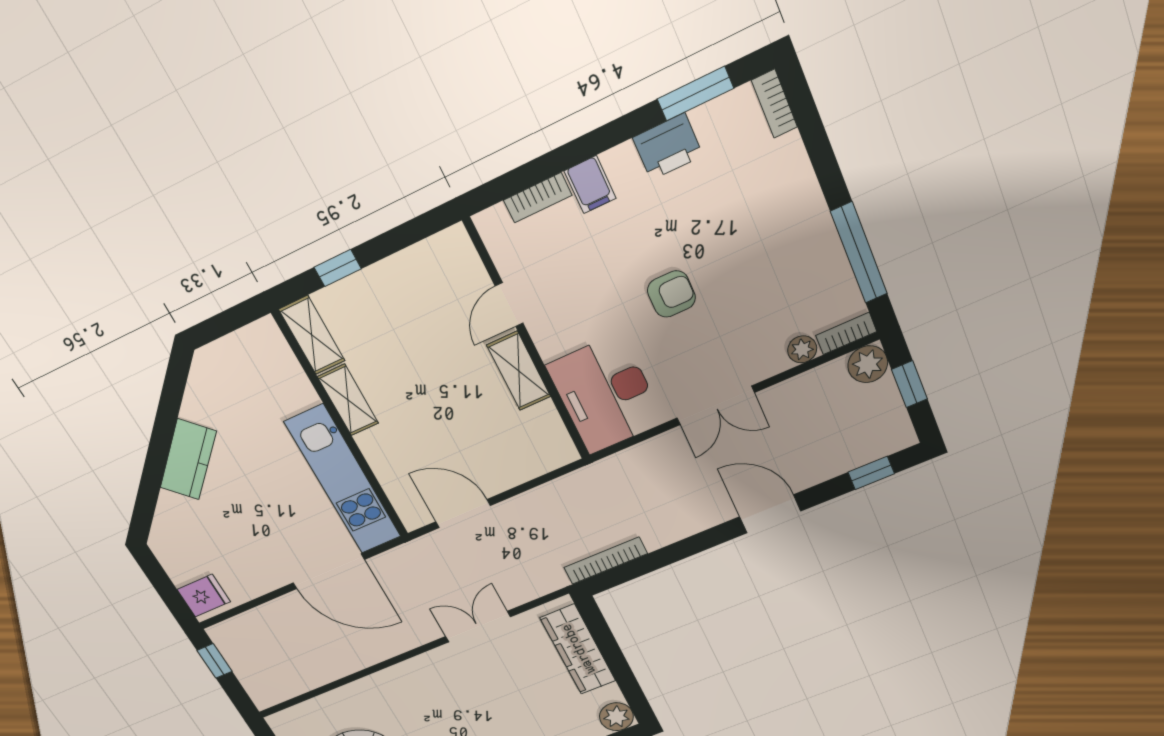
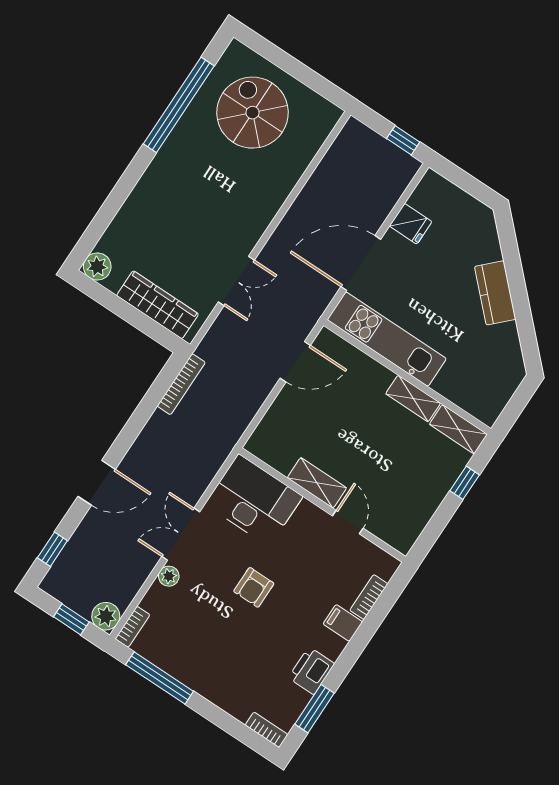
plant: (802, 349) -> (169, 576), moved
fridge: (204, 596) -> (411, 224), moved, turned -90

